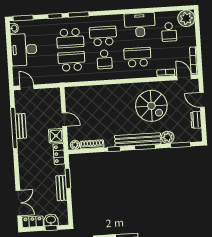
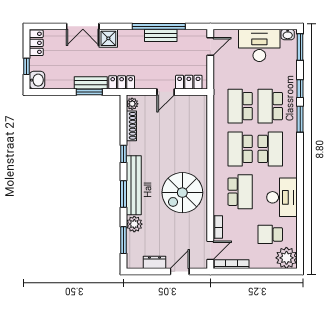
school desk: (105, 59) -> (240, 149), width x1.85
school desk: (72, 61) -> (240, 106), turned 180
locker: (55, 102) -> (189, 82), added
spiral stairs: (151, 106) -> (182, 193), moved
shower: (56, 136) -> (108, 38), moved
bench: (61, 188) -> (91, 83), moved
double door: (19, 203) -> (83, 26), moved
washbasin: (51, 220) -> (37, 80), moved

